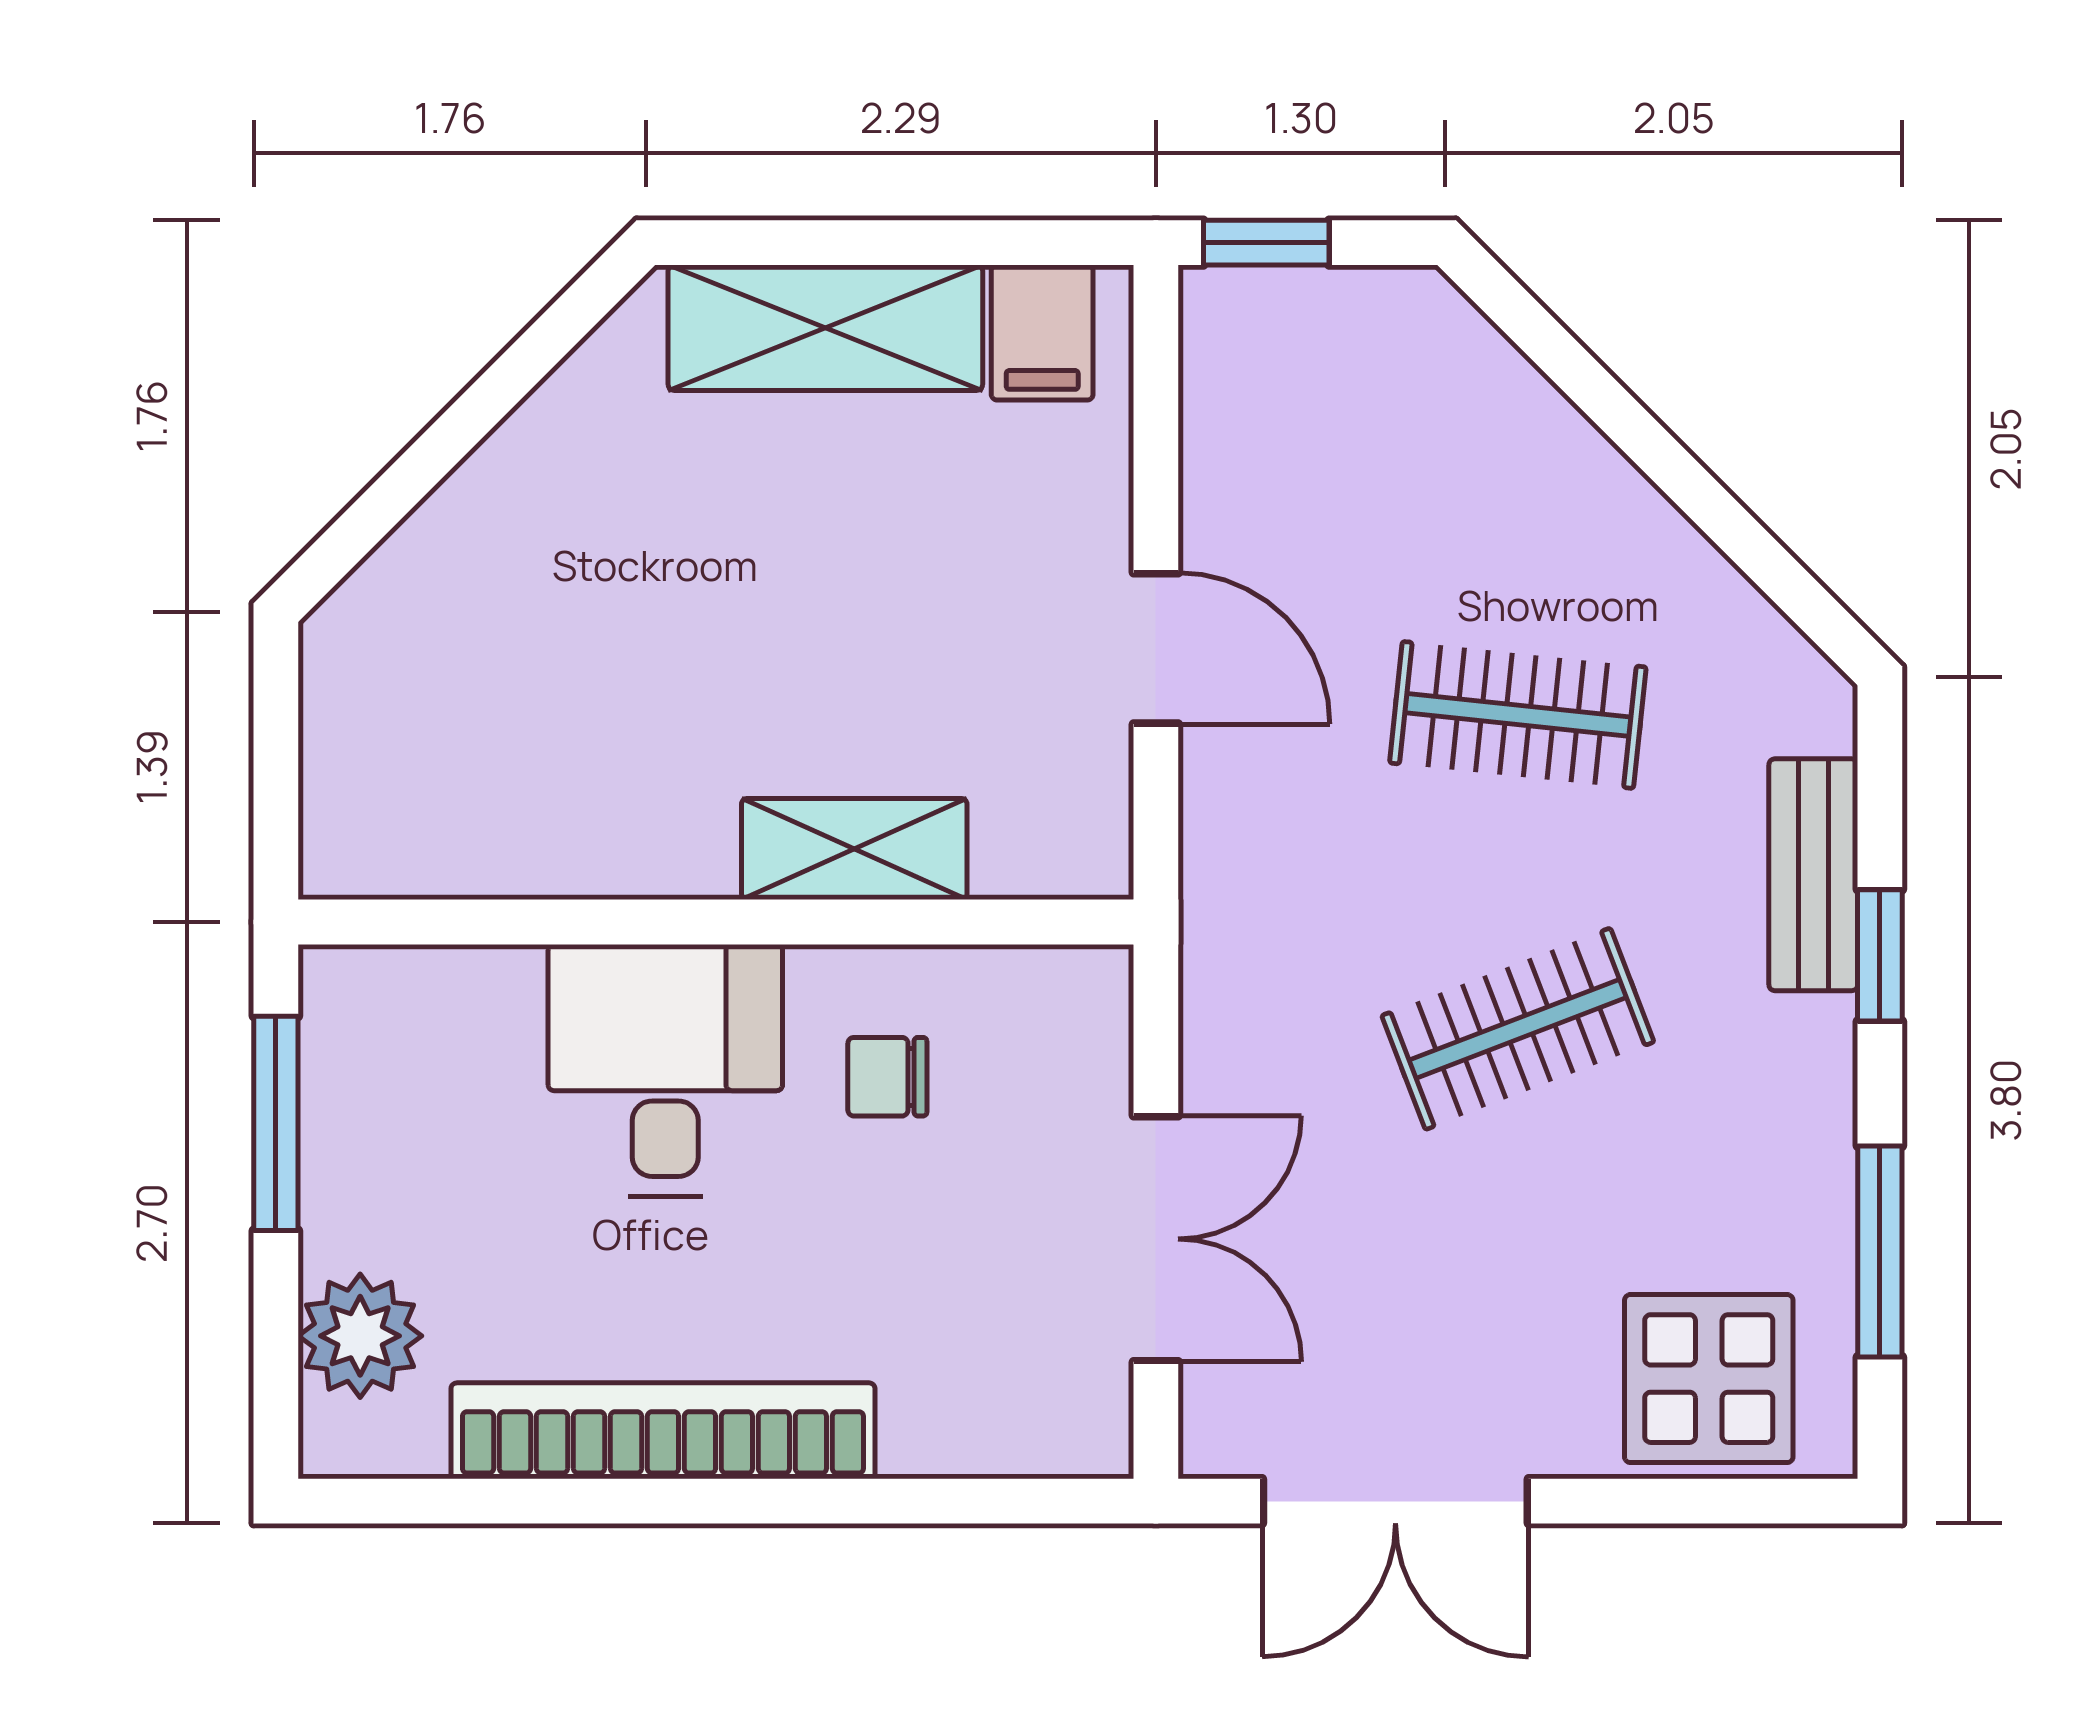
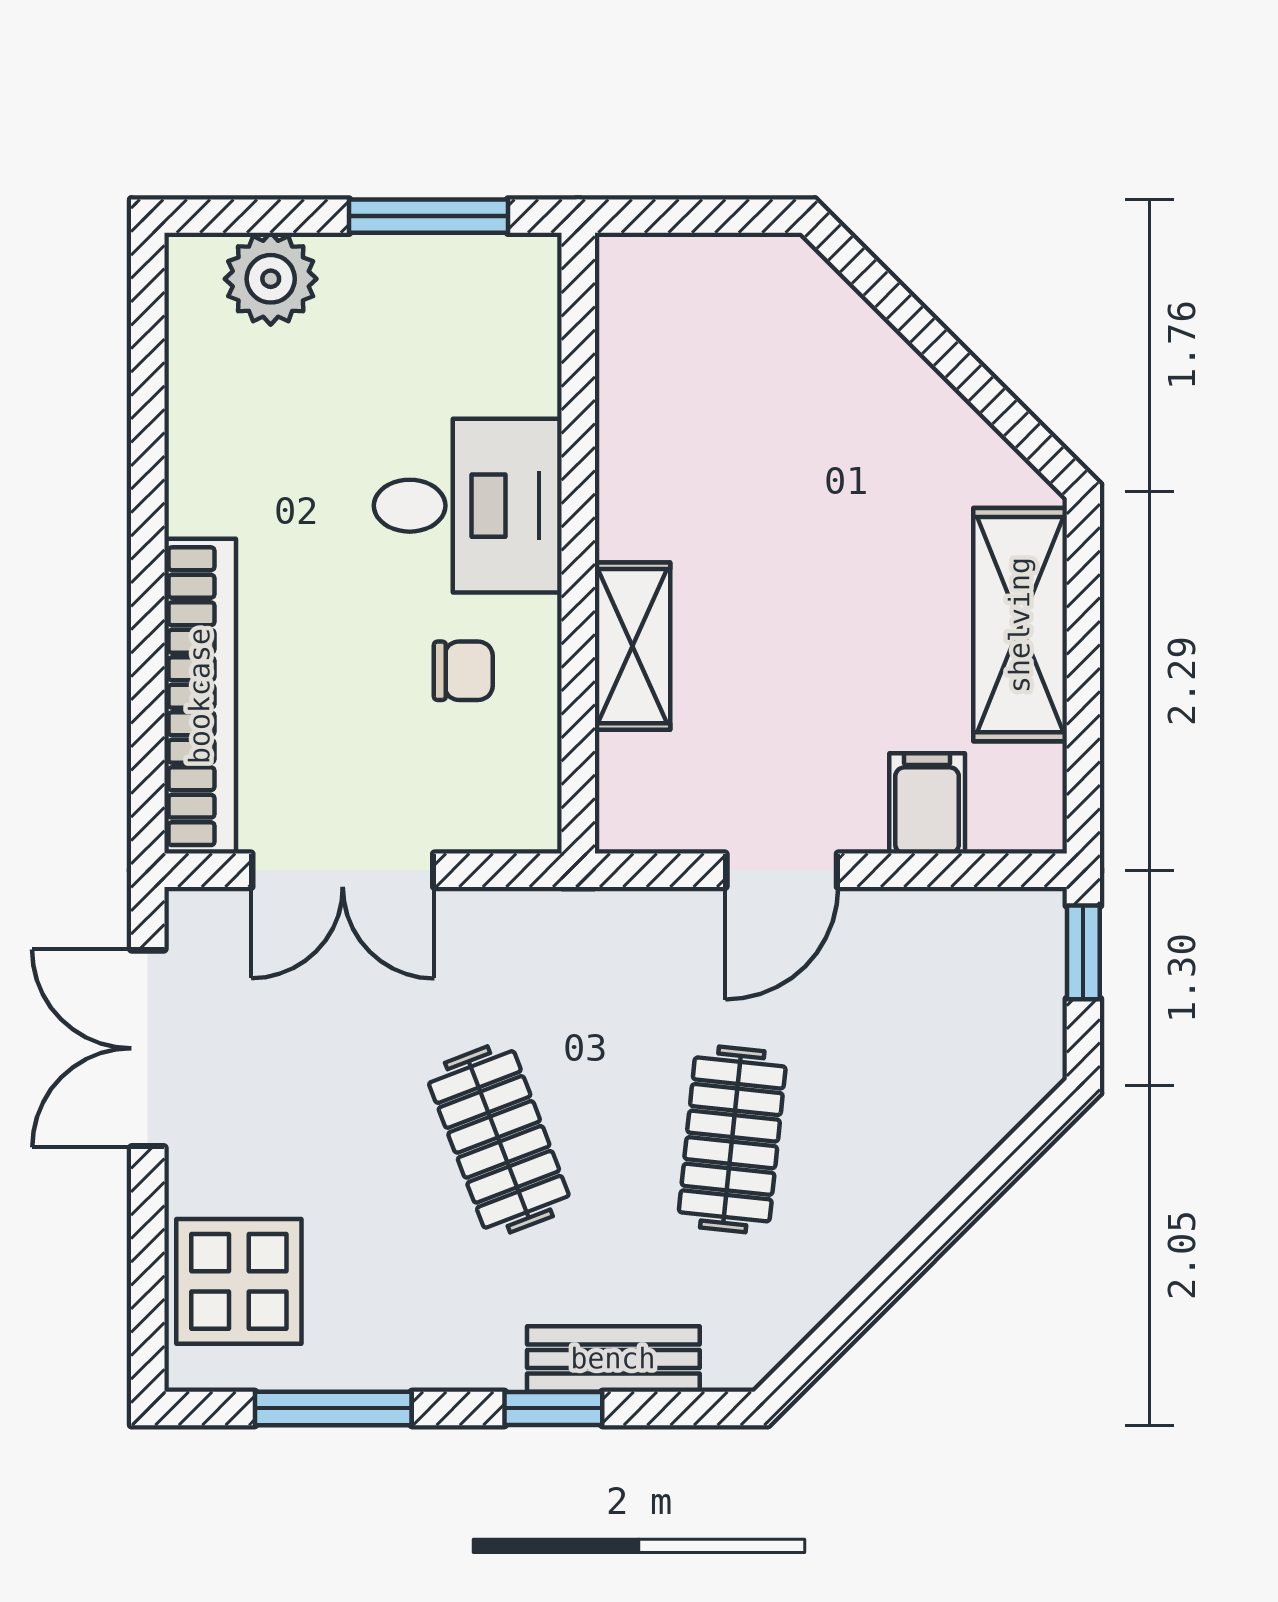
filing cabinet: (1042, 333) -> (927, 803), moved, turned 90
chair: (887, 1077) -> (463, 671), turned 90
bookcase: (663, 1431) -> (200, 696), moved

